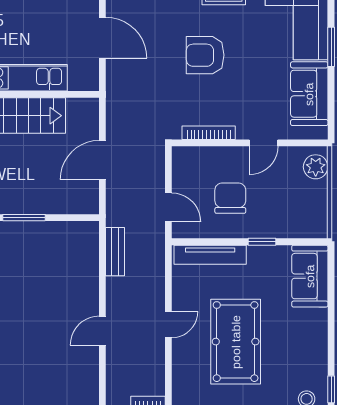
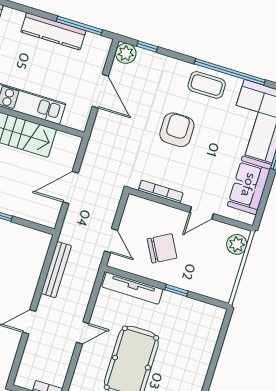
armchair: (205, 55) -> (177, 130), turned 90
chair: (230, 198) -> (162, 248), turned 61
bench: (115, 252) -> (56, 270), width x1.36
sofa: (310, 276) -> (206, 329), removed

